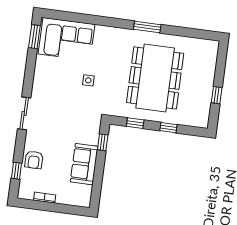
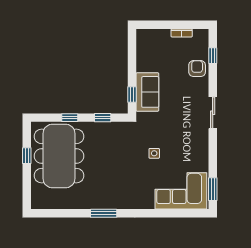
dining table: (155, 78) -> (59, 156), moved
sofa: (84, 164) -> (147, 92), moved

